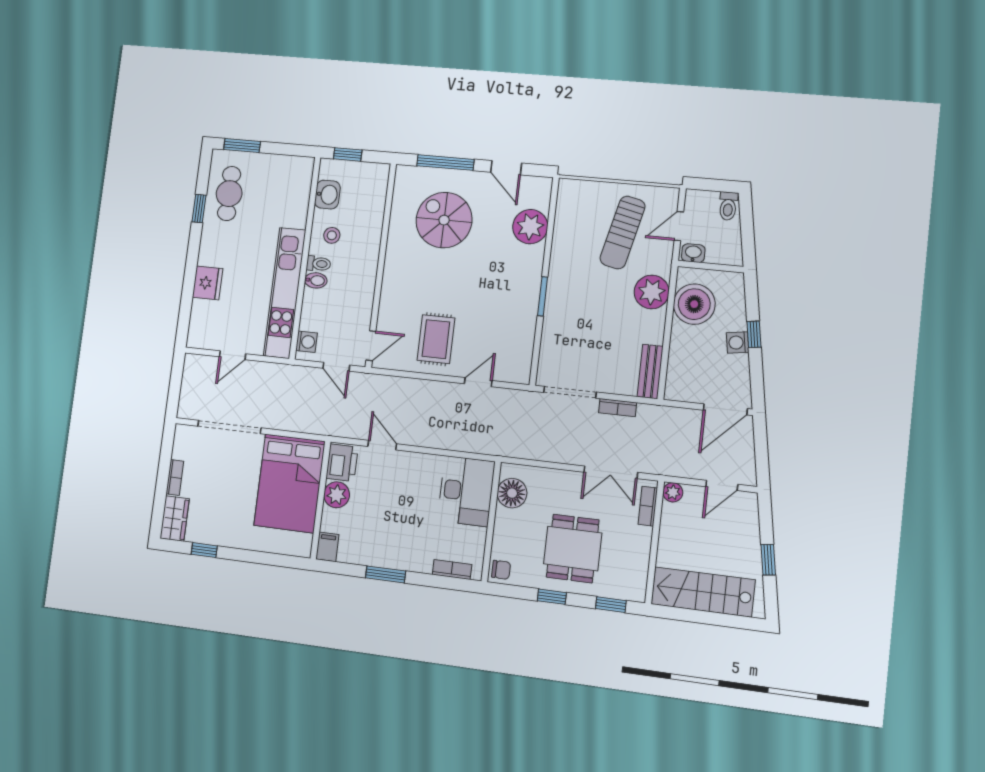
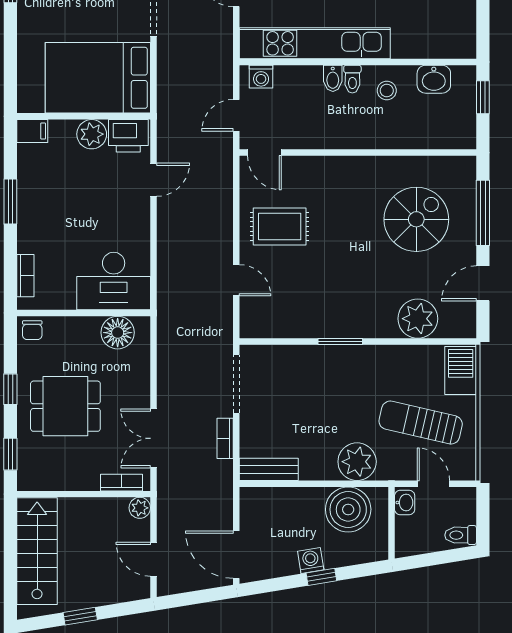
barbecue: (580, 193) -> (461, 371), added

